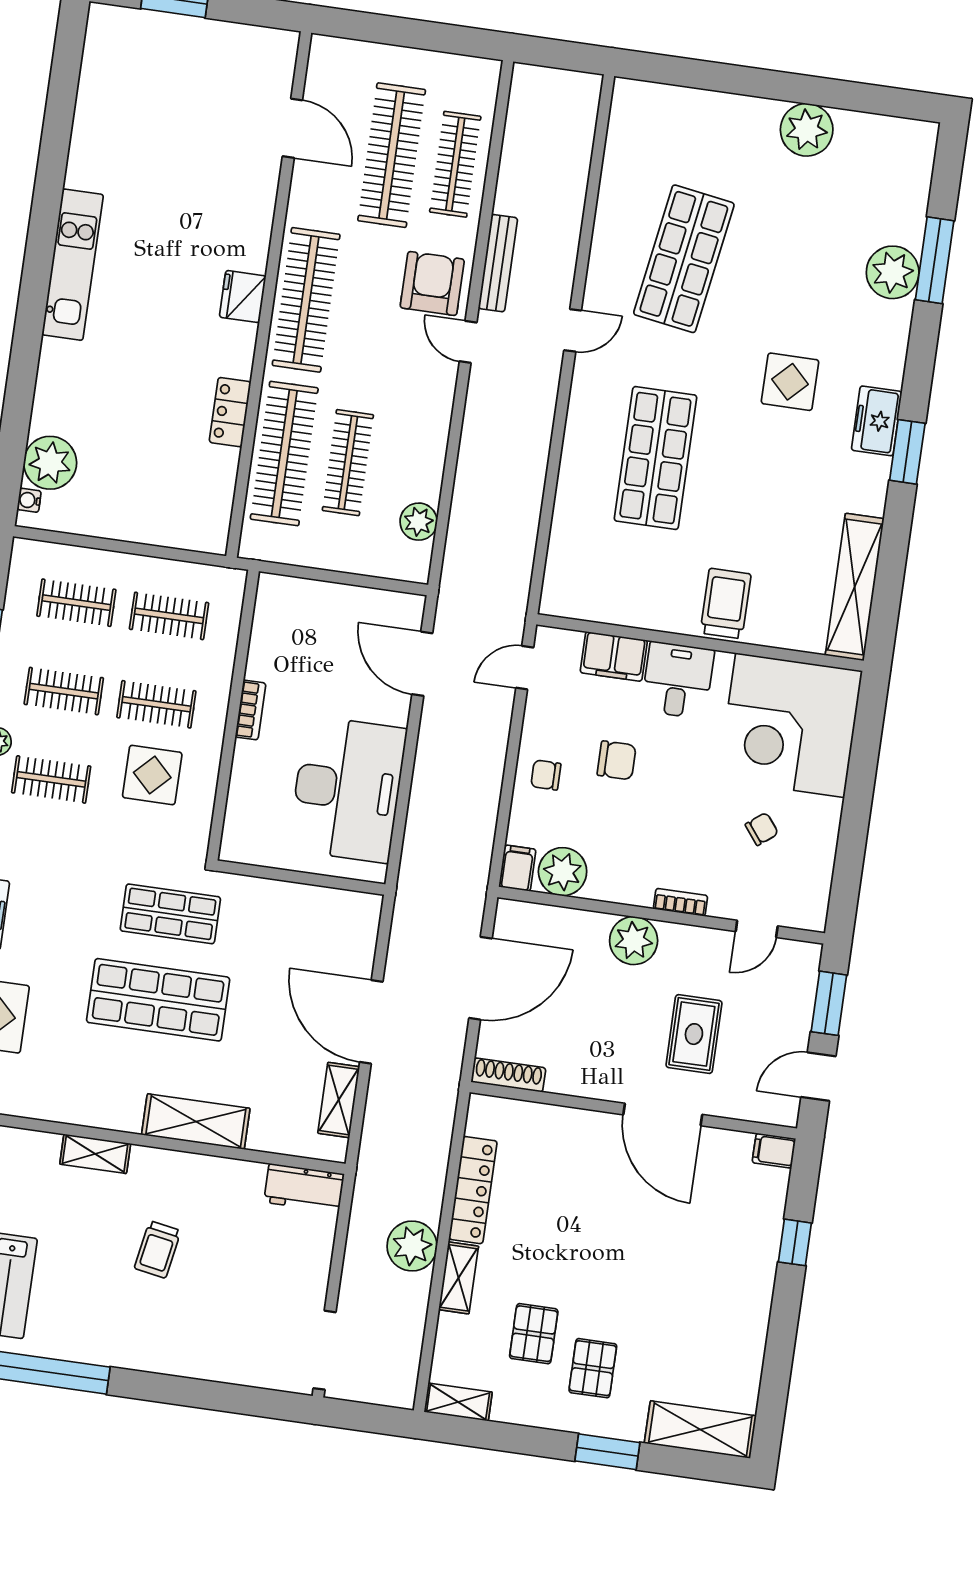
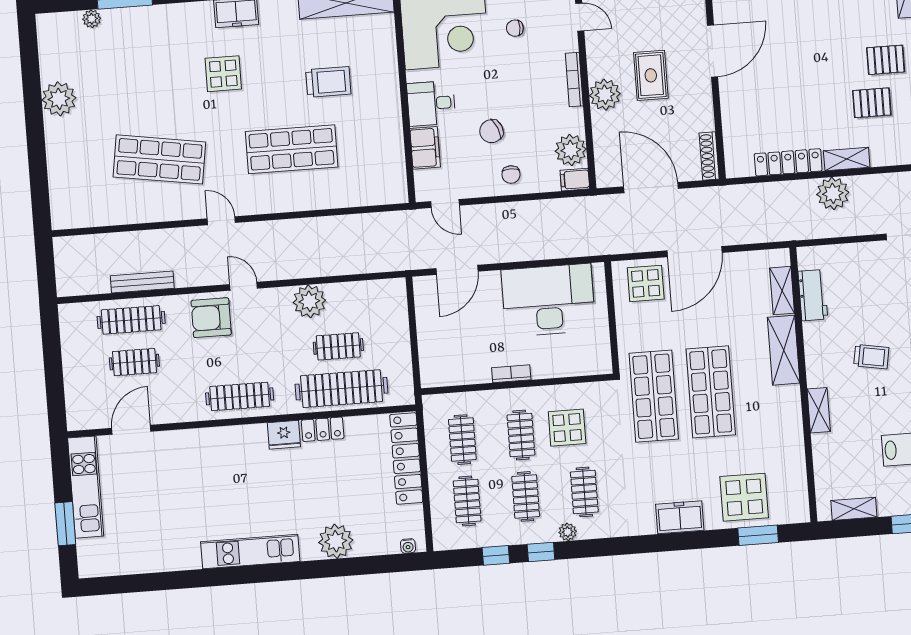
kitchen unit: (222, 42) -> (86, 487), added
clothes rail: (392, 155) -> (134, 362), width x0.54, depth x0.76
bench: (498, 263) -> (142, 282), moved
plant: (893, 272) -> (92, 19), moved, width x0.53, depth x0.53
fridge: (243, 297) -> (284, 435), moved
clothes rail: (306, 300) -> (240, 396), width x0.73, depth x0.76
door: (468, 342) -> (244, 286), swing flipped
plant: (50, 463) -> (336, 541), moved
clothes rail: (348, 463) -> (338, 346), width x0.73
plant: (419, 522) -> (309, 301), moved, width x1.36, depth x1.36
locker: (159, 527) -> (406, 458), added
trolley: (726, 604) -> (328, 82), moved, turned 180
chair: (617, 760) -> (491, 131), turned -113
chair: (762, 829) -> (515, 28), turned -52
bookcase: (681, 902) -> (574, 80), width x1.56
shop shelf: (170, 914) -> (654, 396), width x1.43, depth x1.36
display table: (340, 939) -> (646, 283), added
rug: (694, 1034) -> (651, 75), moved, turned 90
shelving: (339, 1100) -> (782, 291), moved, turned 90
workbench: (304, 1188) -> (813, 295), moved

